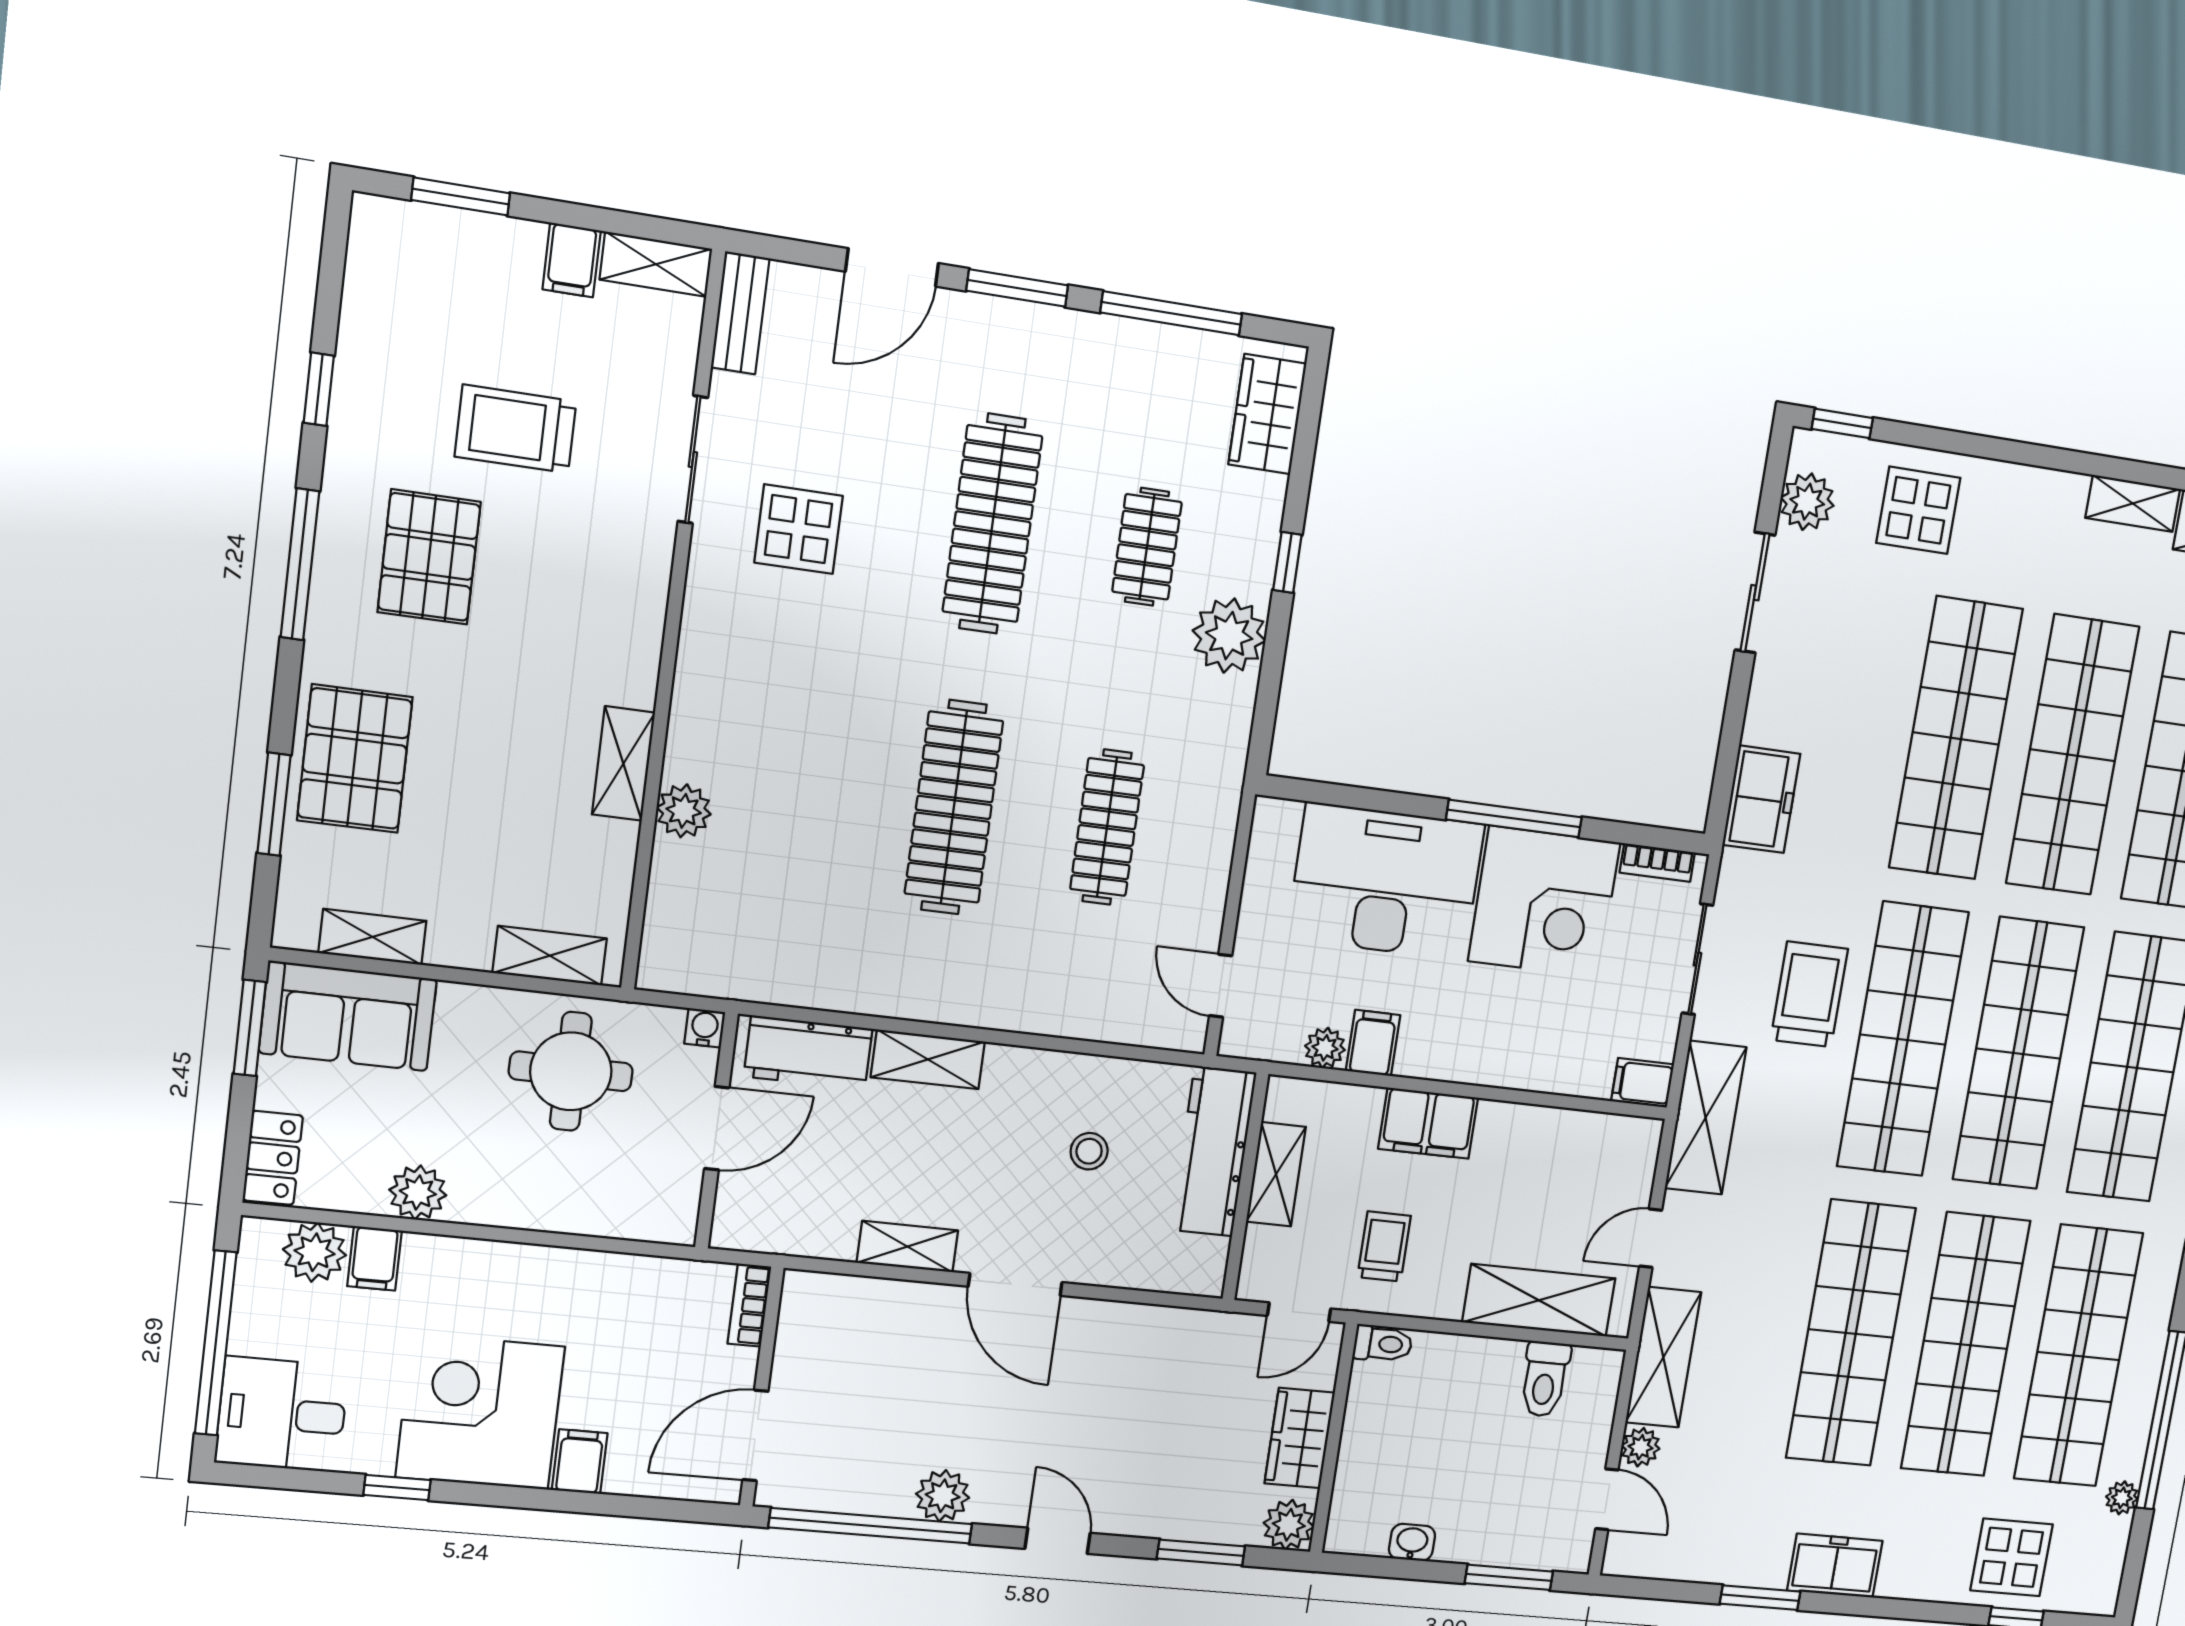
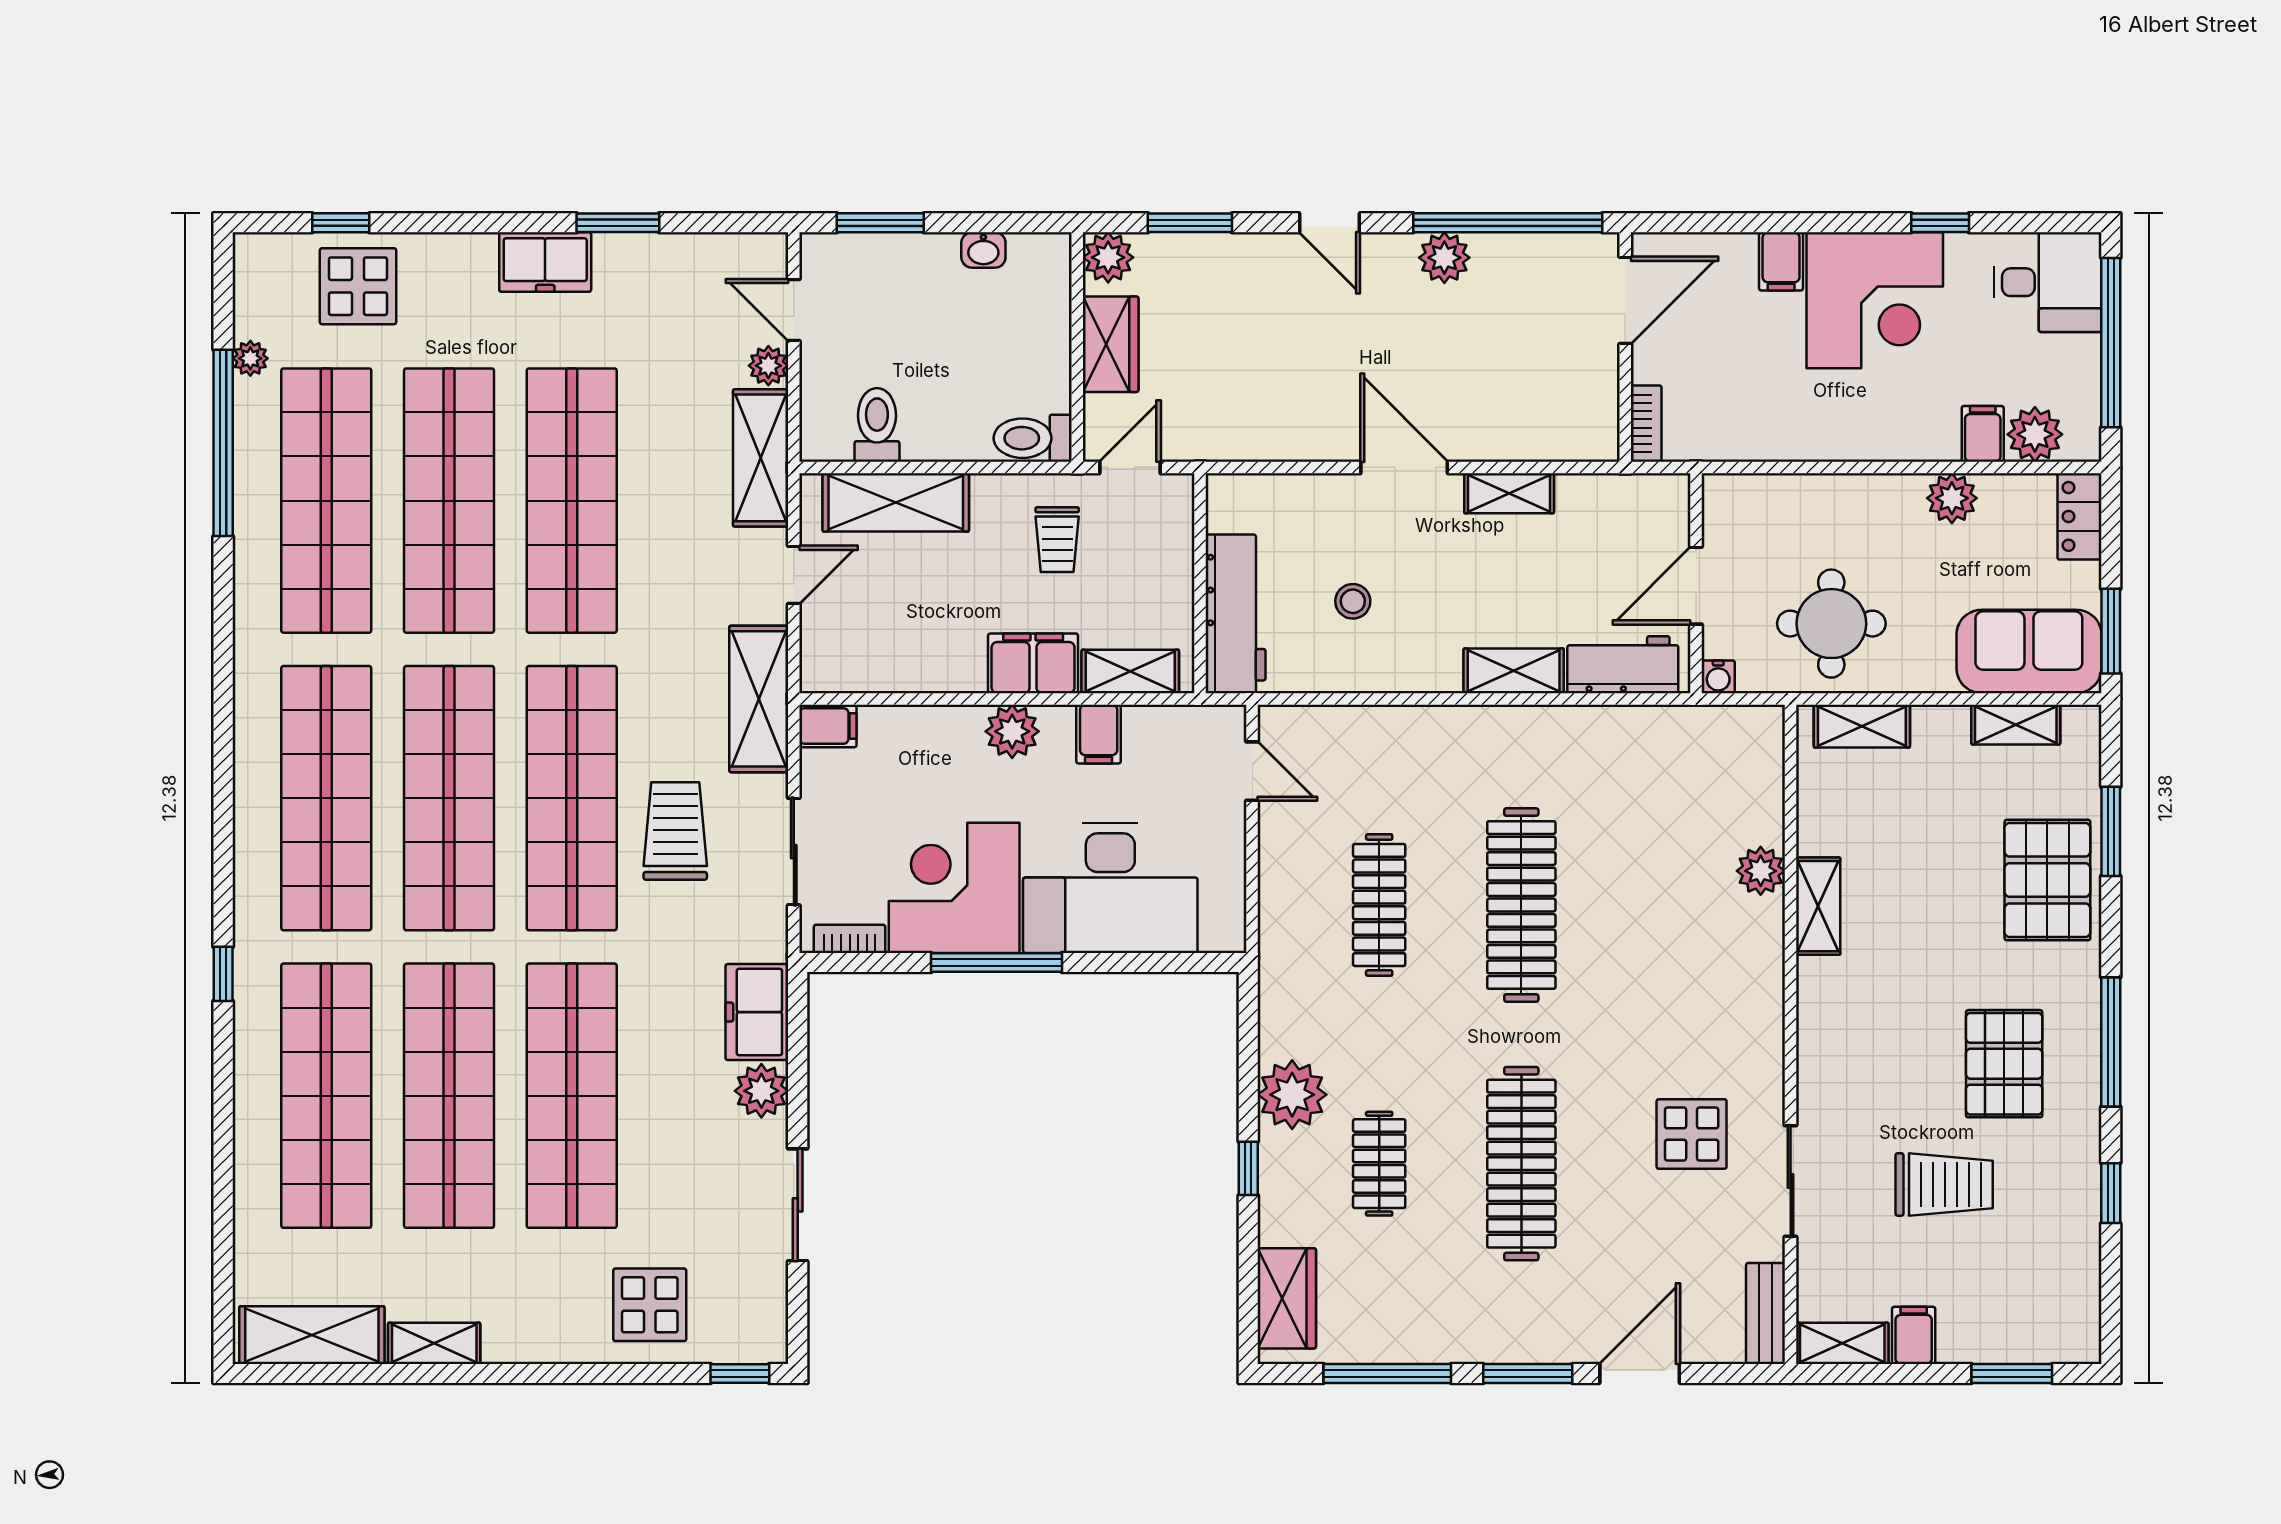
plant: (1807, 502) -> (761, 1091), moved
trolley: (1809, 994) -> (675, 831), turned 180
plant: (1325, 1048) -> (1012, 731), moved, width x1.38, depth x1.38
shelving: (1276, 1174) -> (1130, 671), moved, turned 90
toilet: (1383, 1344) -> (1033, 438), width x1.37, depth x1.39

